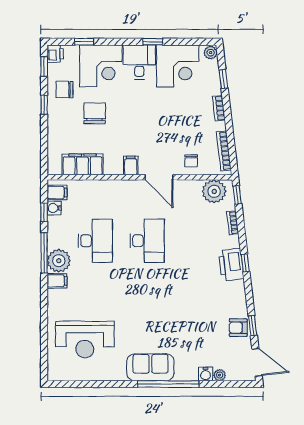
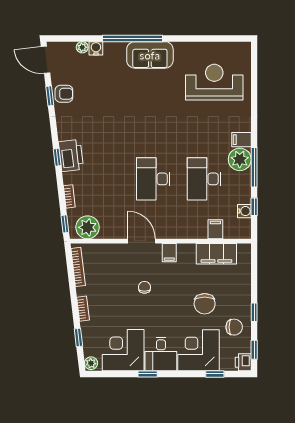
chair: (191, 161) -> (144, 287), moved
filing cabinet: (57, 192) -> (215, 229), moved, turned 90

